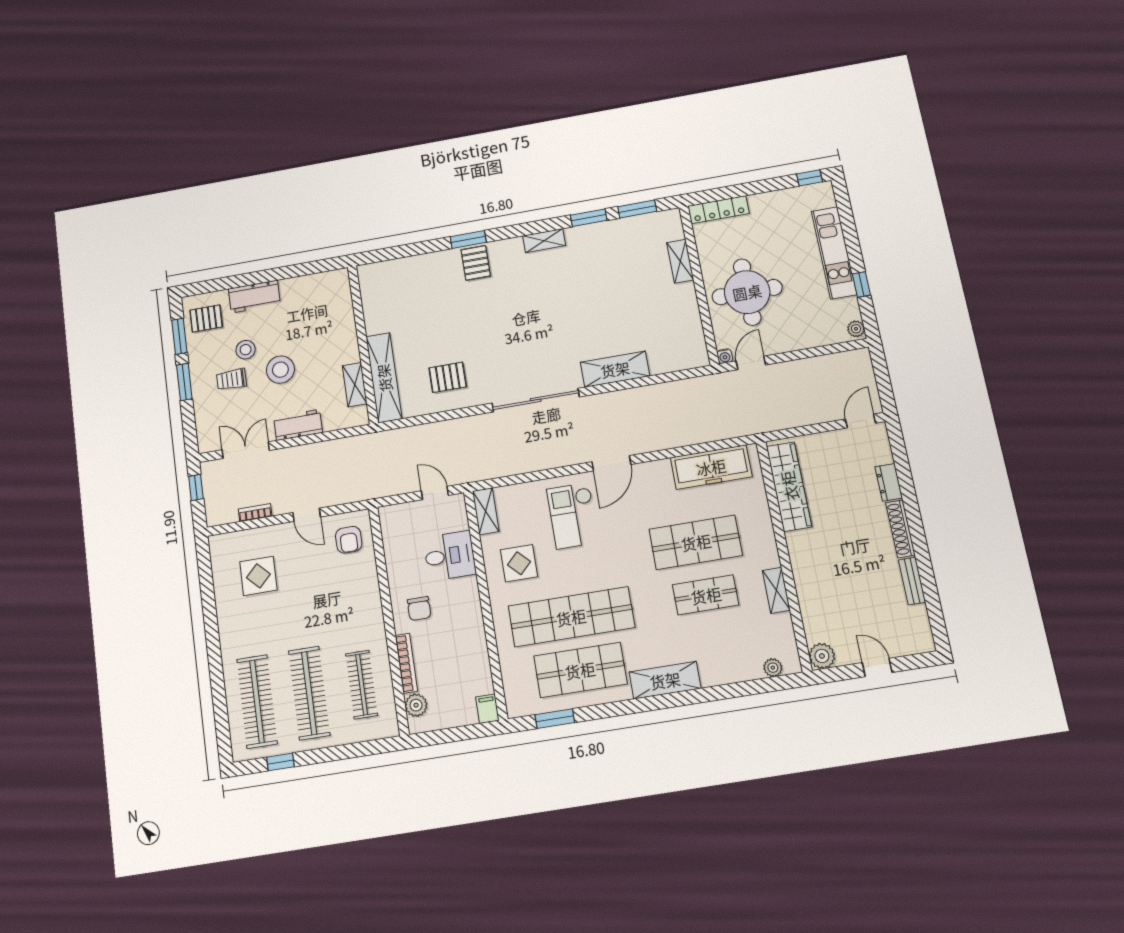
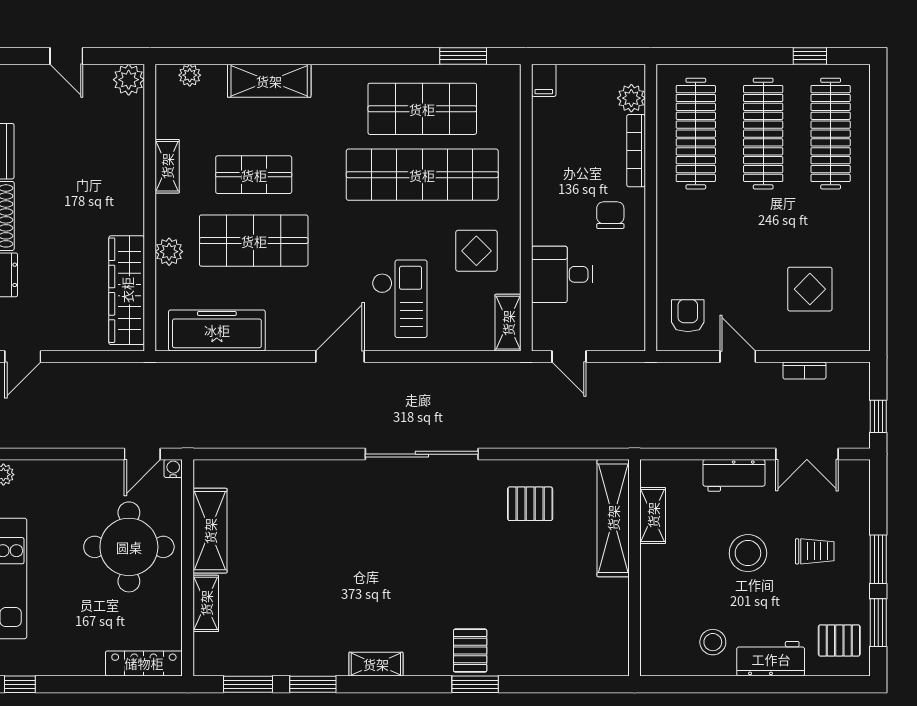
stool: (246, 350) -> (713, 642), moved
shelving: (615, 369) -> (210, 531), moved, turned 90
plant: (761, 522) -> (169, 252), added
shelving: (665, 680) -> (269, 81), moved
clothes rail: (362, 685) -> (696, 134), width x1.37, depth x1.31

